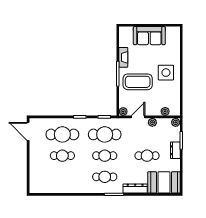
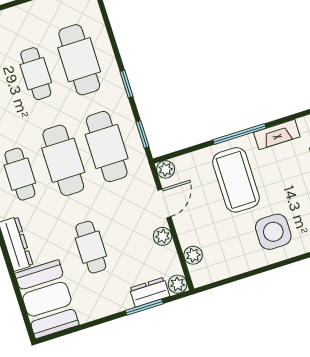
door: (138, 117) -> (164, 203), hinge flipped
dresser: (175, 150) -> (150, 292), moved
cafe table: (105, 156) -> (63, 160), width x1.37, depth x1.35

